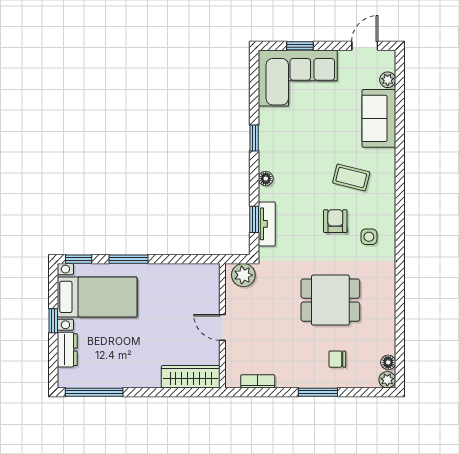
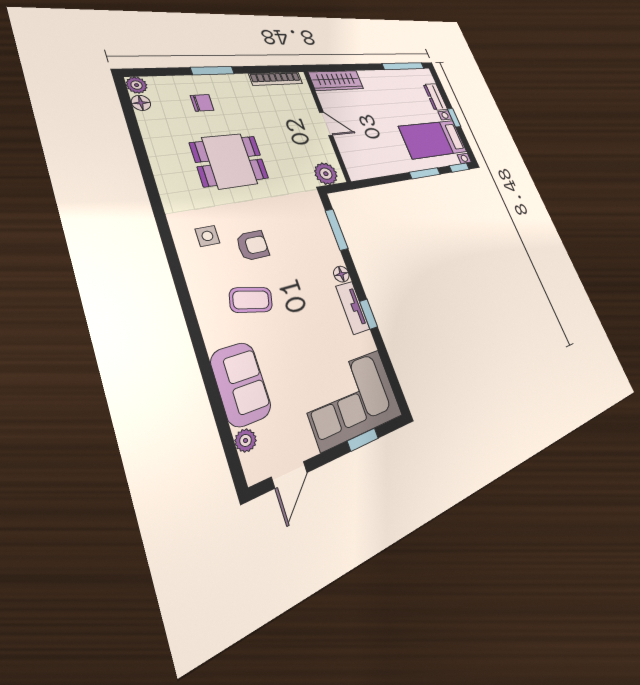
window: (254, 219) -> (337, 230), width x1.50
armchair: (335, 221) -> (253, 245), turned -90
tv unit: (267, 224) -> (353, 308), moved
bookcase: (258, 381) -> (276, 79), width x1.56

